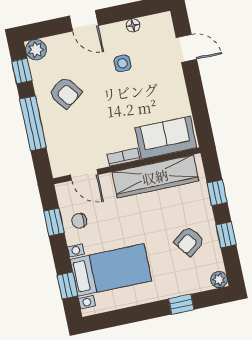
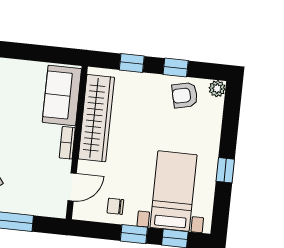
chair: (79, 221) -> (115, 206), turned 90
window: (54, 222) -> (134, 234), moved
armchair: (189, 241) -> (185, 95), moved, turned 114
window: (181, 304) -> (225, 170), moved

